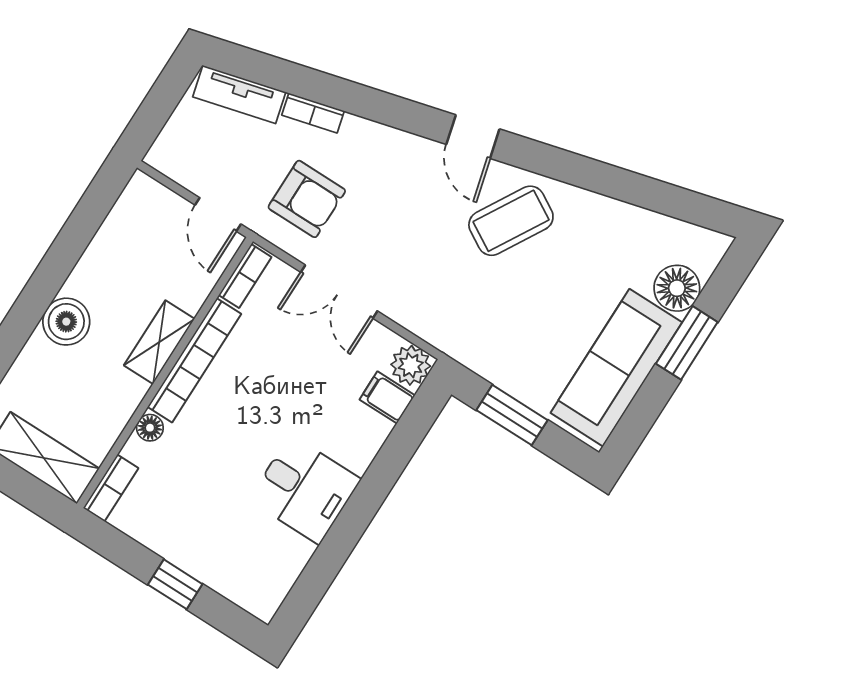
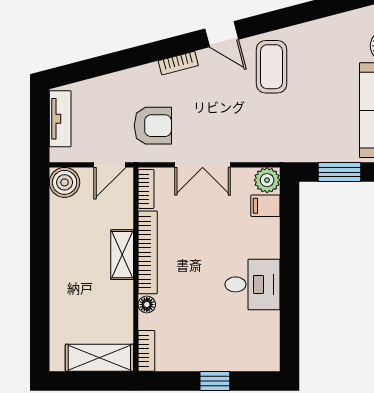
tv unit: (239, 94) -> (60, 119), moved, turned -75
bookcase: (313, 113) -> (178, 63), moved
door: (218, 215) -> (110, 165), hinge flipped
coffee table: (511, 221) -> (272, 67), turned -30
boiler: (66, 322) -> (65, 182), moved

